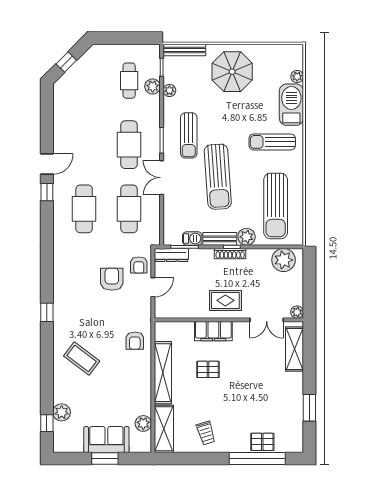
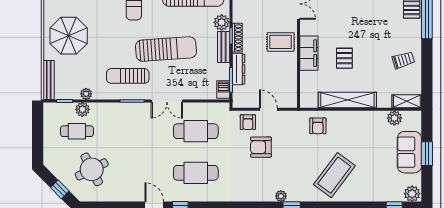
round table: (88, 96) -> (92, 169), added
sun lounger: (189, 135) -> (128, 76), turned 180
cafe table: (129, 145) -> (136, 131), removed
barbecue: (192, 239) -> (223, 90), moved
dresser: (171, 255) -> (238, 69), moved
armchair: (139, 265) -> (248, 122), turned 90
rug: (225, 300) -> (281, 42), turned 90
plant: (59, 301) -> (281, 196), added
armchair: (135, 341) -> (318, 126), turned 90
coffee table: (82, 359) -> (334, 175), width x1.36, depth x1.32
plant: (62, 412) -> (412, 194), moved
shelving: (164, 429) -> (407, 101), width x0.67, depth x0.75

